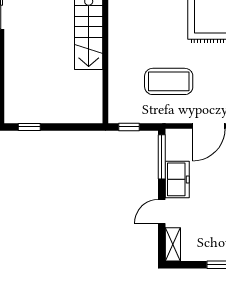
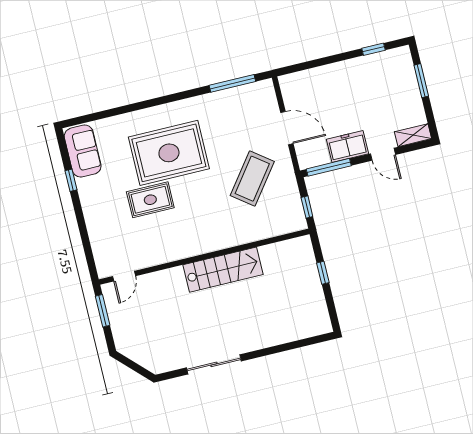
coffee table: (169, 81) -> (252, 179), turned 37
window: (29, 127) -> (323, 273), moved

